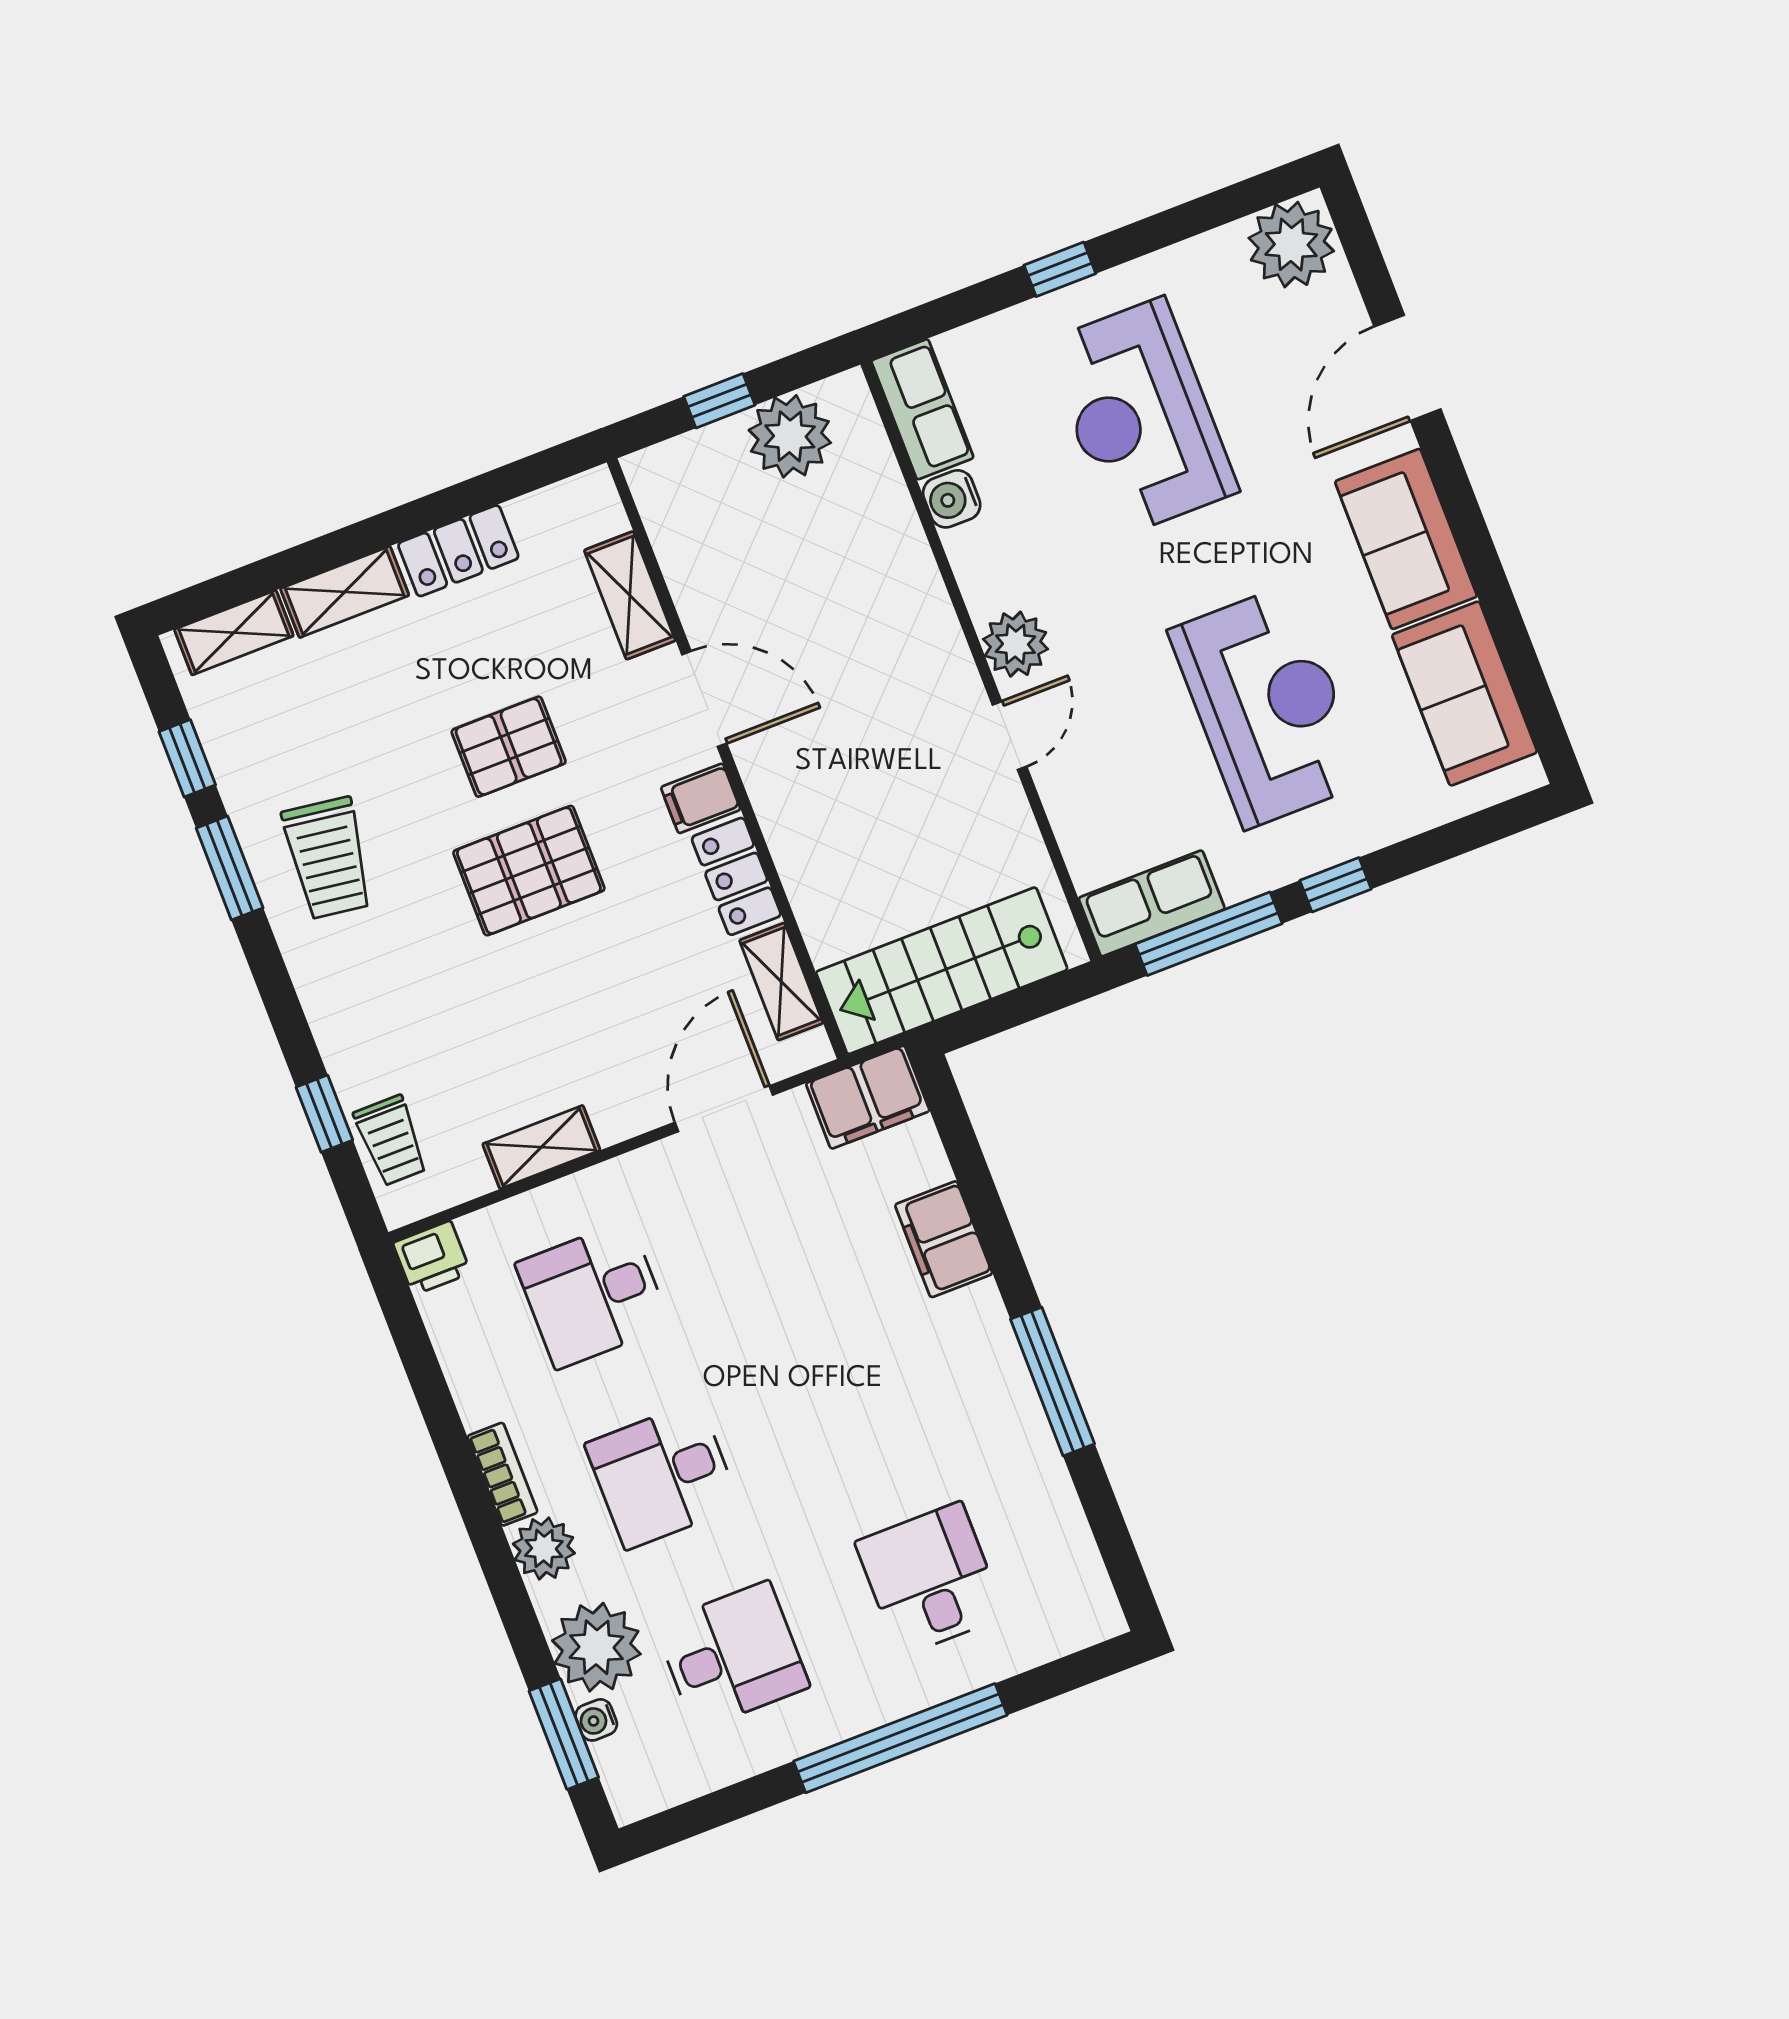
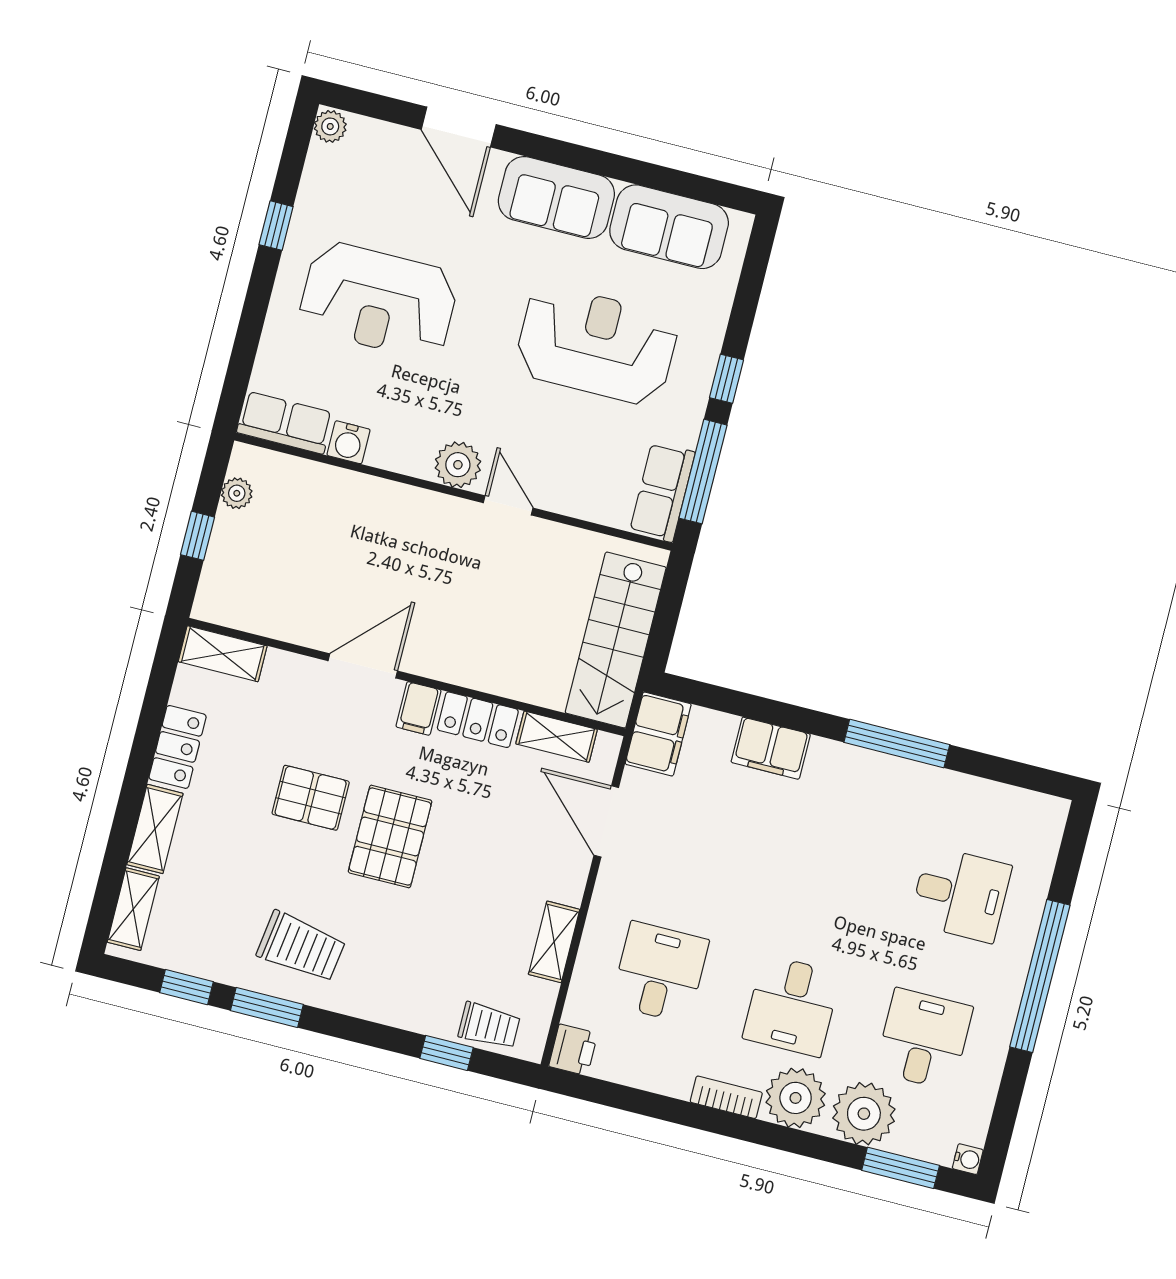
plant: (1291, 245) -> (330, 126), width x0.53, depth x0.53
window: (1060, 269) -> (276, 226), moved
plant: (790, 436) -> (237, 493), width x0.53, depth x0.53
shelving: (630, 595) -> (223, 654), moved
pallet: (509, 747) -> (311, 798), turned 90
desk: (593, 1295) -> (660, 972), turned 180
plant: (544, 1549) -> (796, 1098), width x1.36, depth x1.36
desk: (930, 1579) -> (961, 894), turned 180
water cooler: (596, 1720) -> (968, 1159), moved, turned -90

